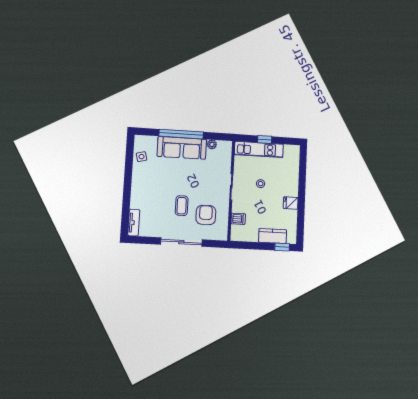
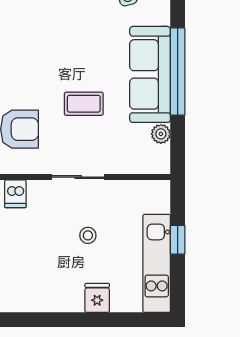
kitchen unit: (259, 149) -> (157, 263), moved
fridge: (291, 203) -> (97, 298), moved
coffee table: (182, 206) -> (84, 104), moved

